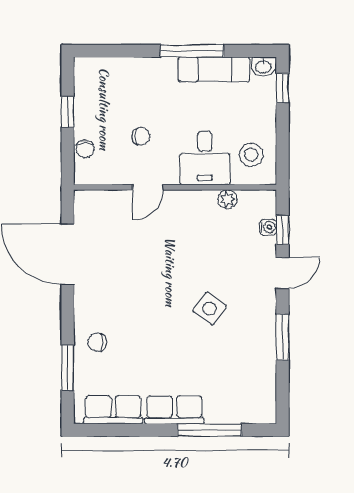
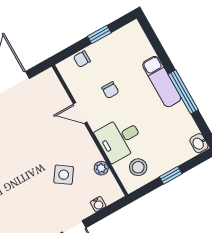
exam couch: (214, 69) -> (162, 82), moved
window: (283, 88) -> (171, 175), moved
window: (283, 230) -> (102, 214), removed
side table: (210, 309) -> (64, 175), moved

